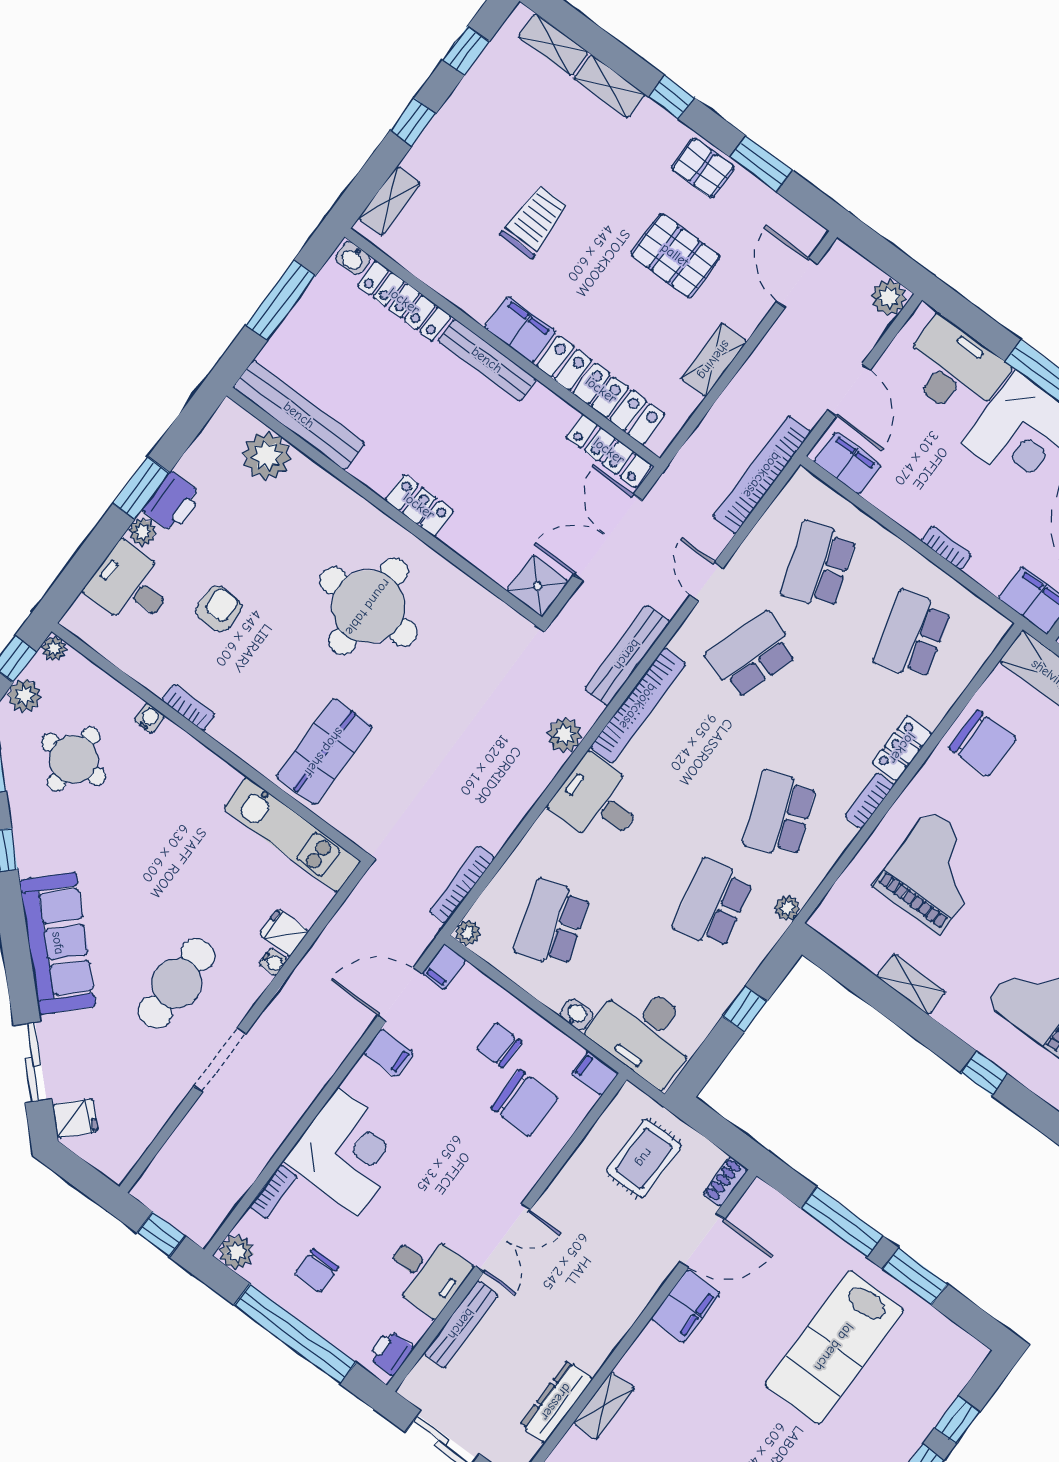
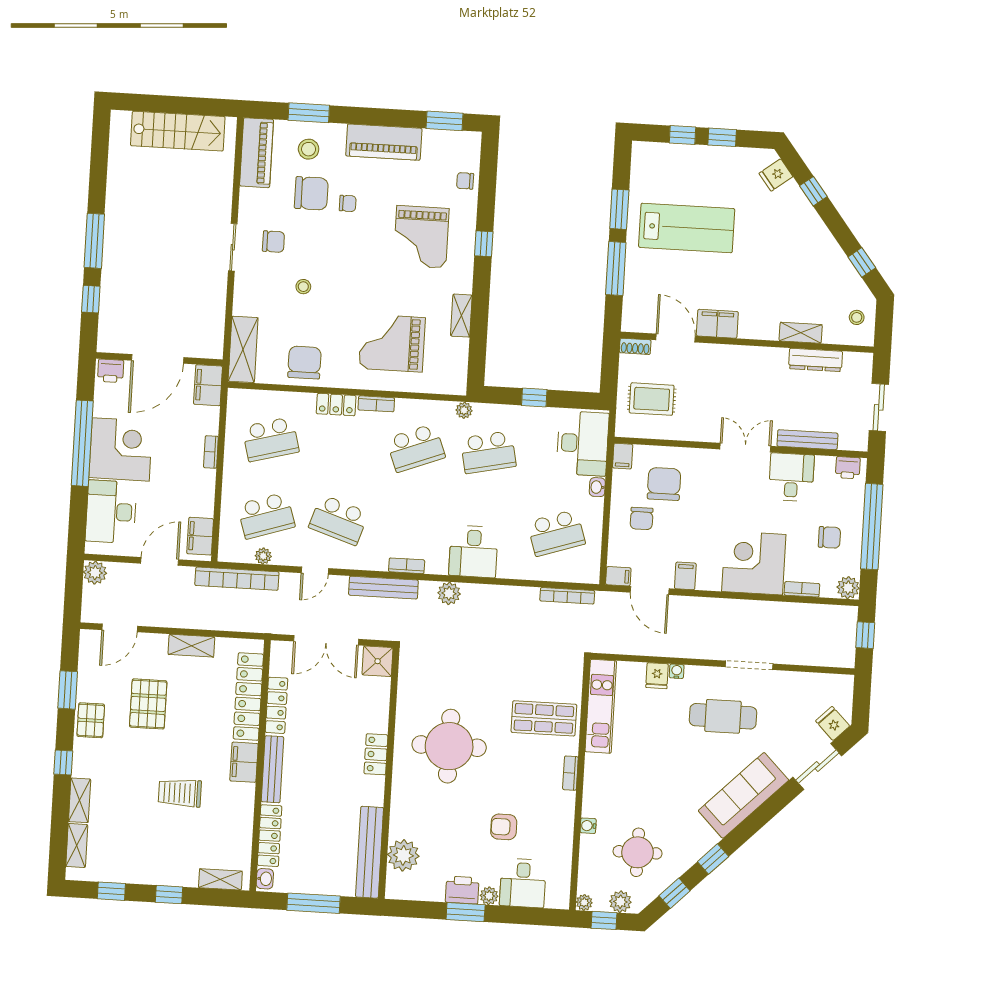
locker: (609, 451) -> (277, 705), moved
bookcase: (638, 706) -> (407, 566), width x0.43, depth x0.76
bookcase: (188, 707) -> (570, 773), moved
plant: (468, 933) -> (263, 556), moved

